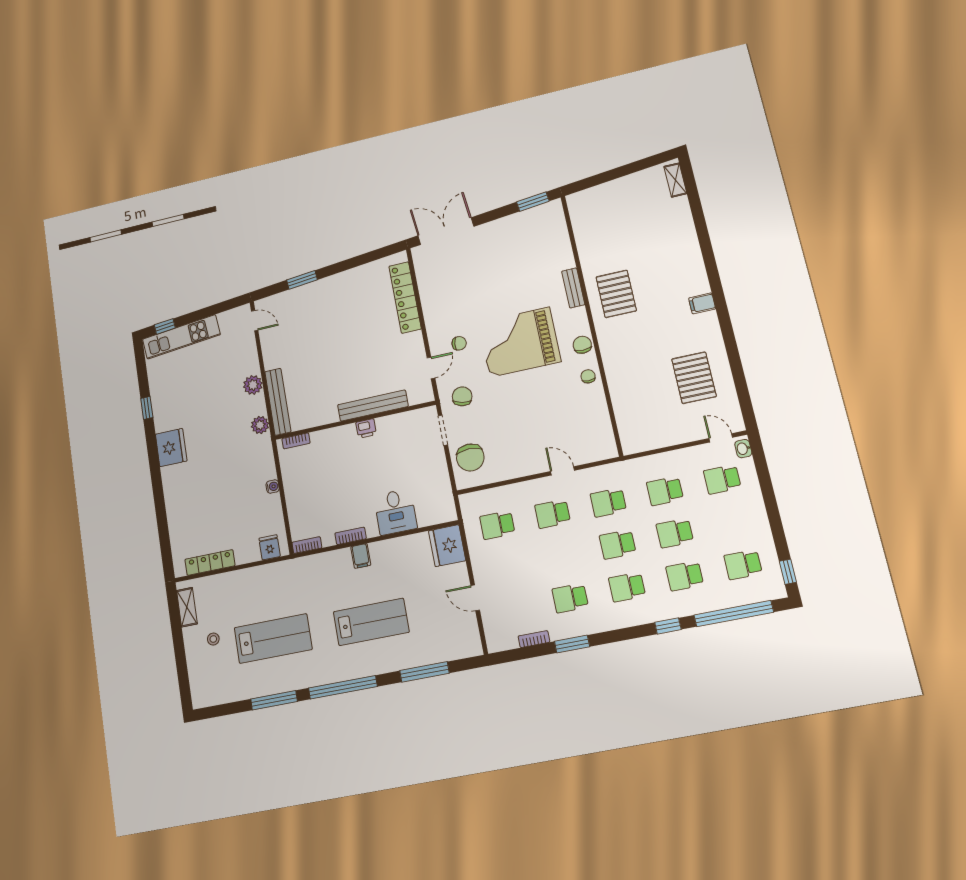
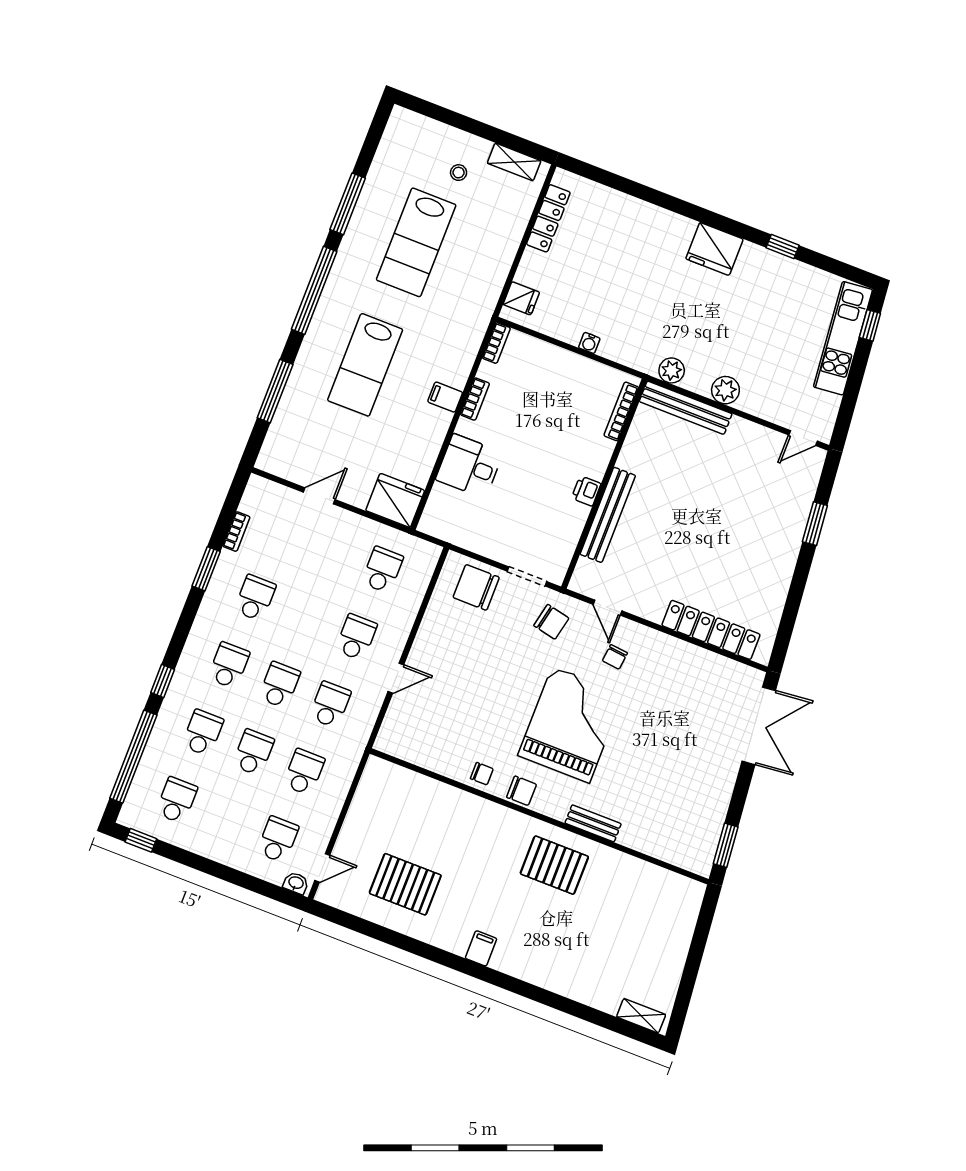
bookcase: (296, 441) -> (621, 411), width x1.56

